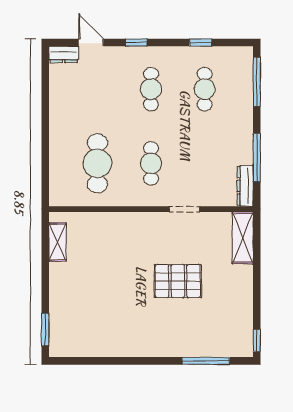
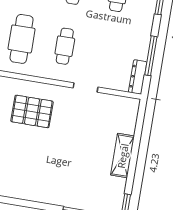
shelving: (243, 238) -> (123, 156), moved
pallet: (178, 281) -> (32, 111), moved

